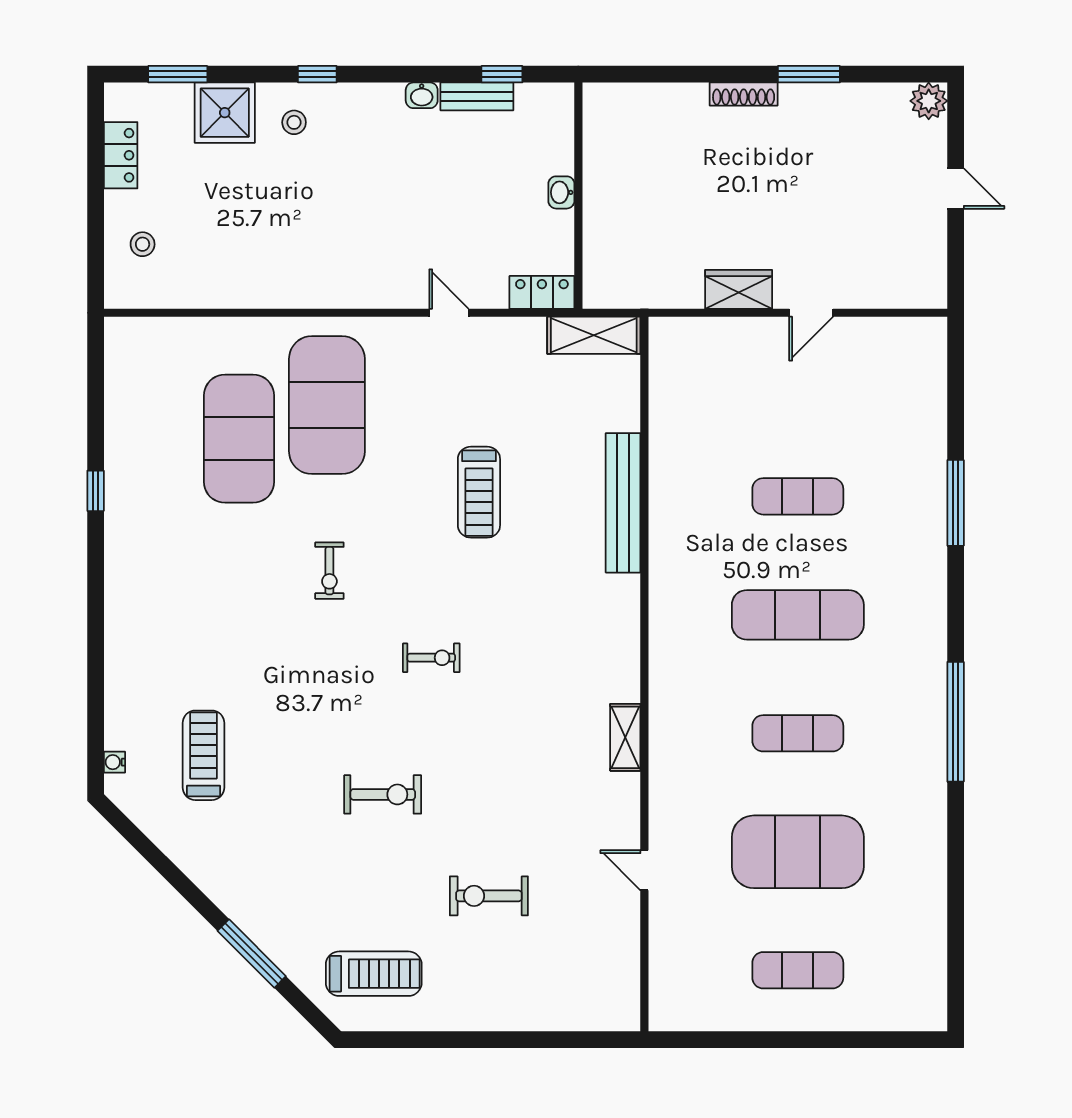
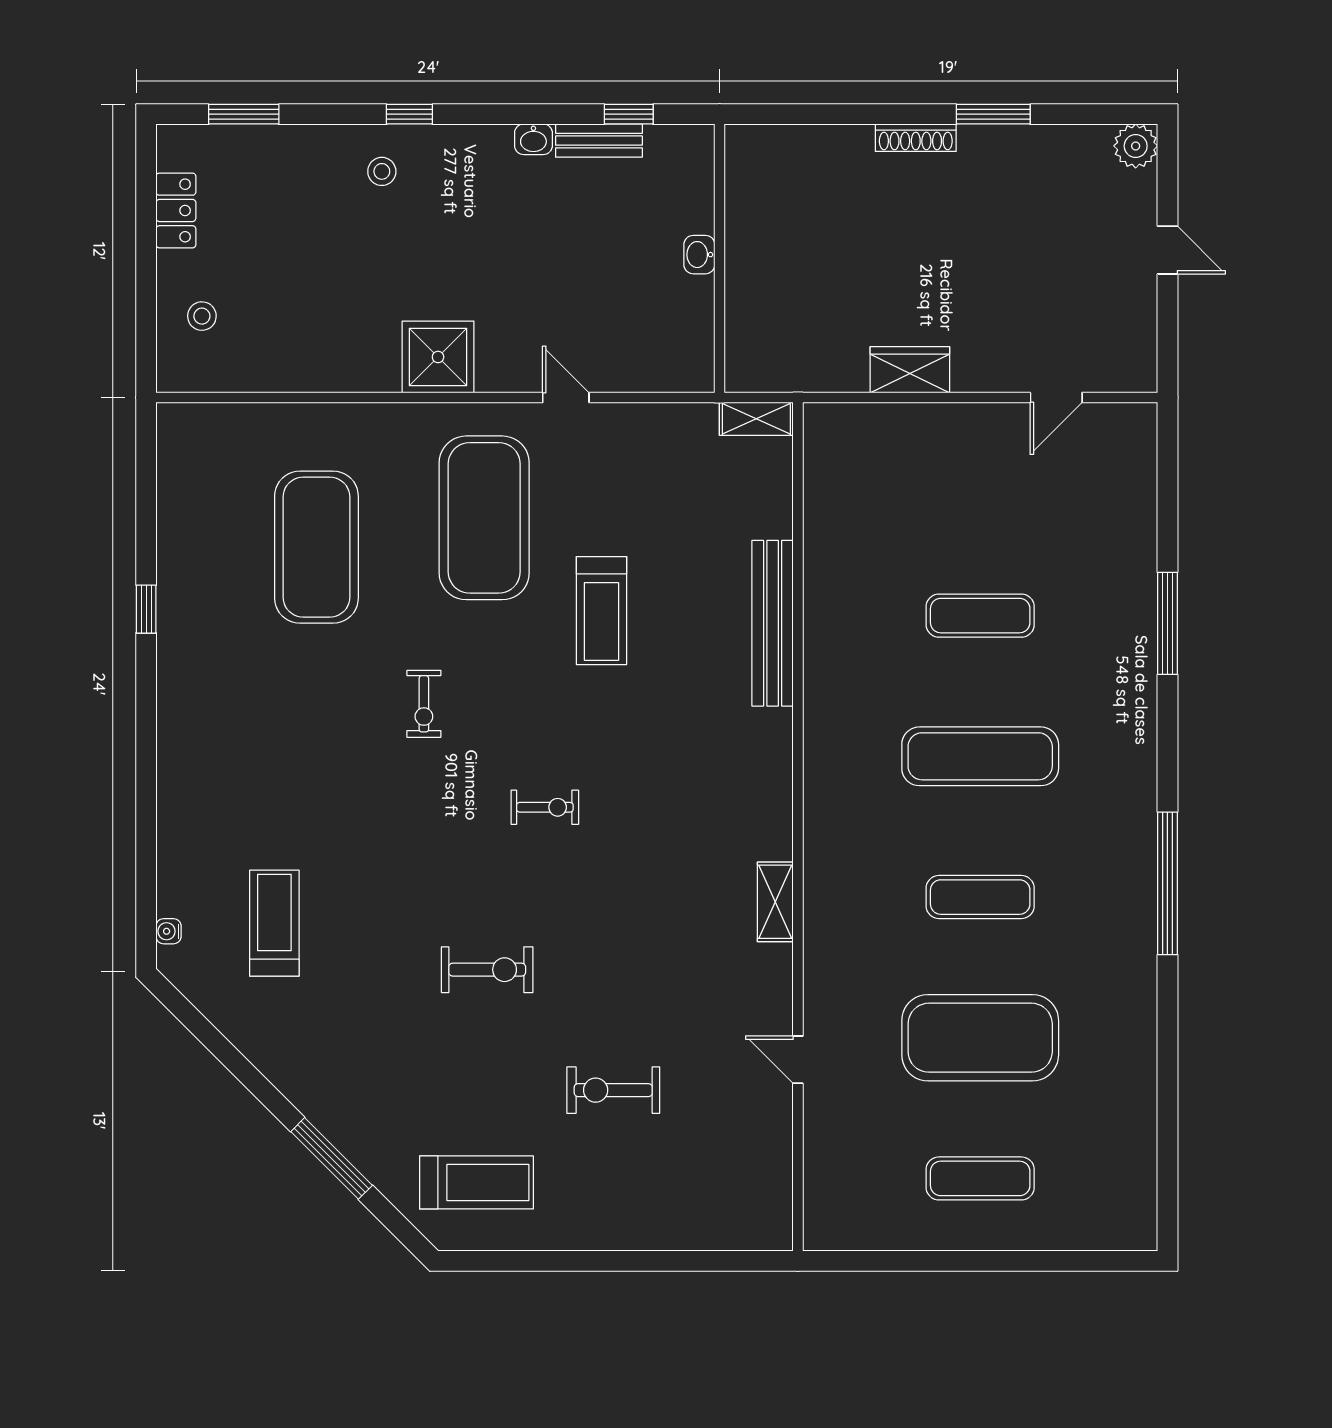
shower: (225, 113) -> (438, 357), moved
locker: (542, 292) -> (676, 373), removed
door: (811, 313) -> (1056, 398), moved
shelving: (594, 335) -> (756, 419), width x0.67, depth x0.75
exercise mat: (327, 405) -> (484, 518), moved

